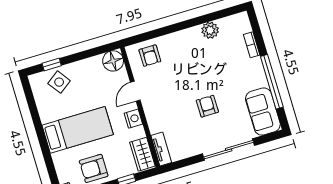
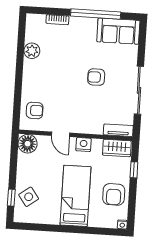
sliding door: (229, 150) -> (139, 90), moved

